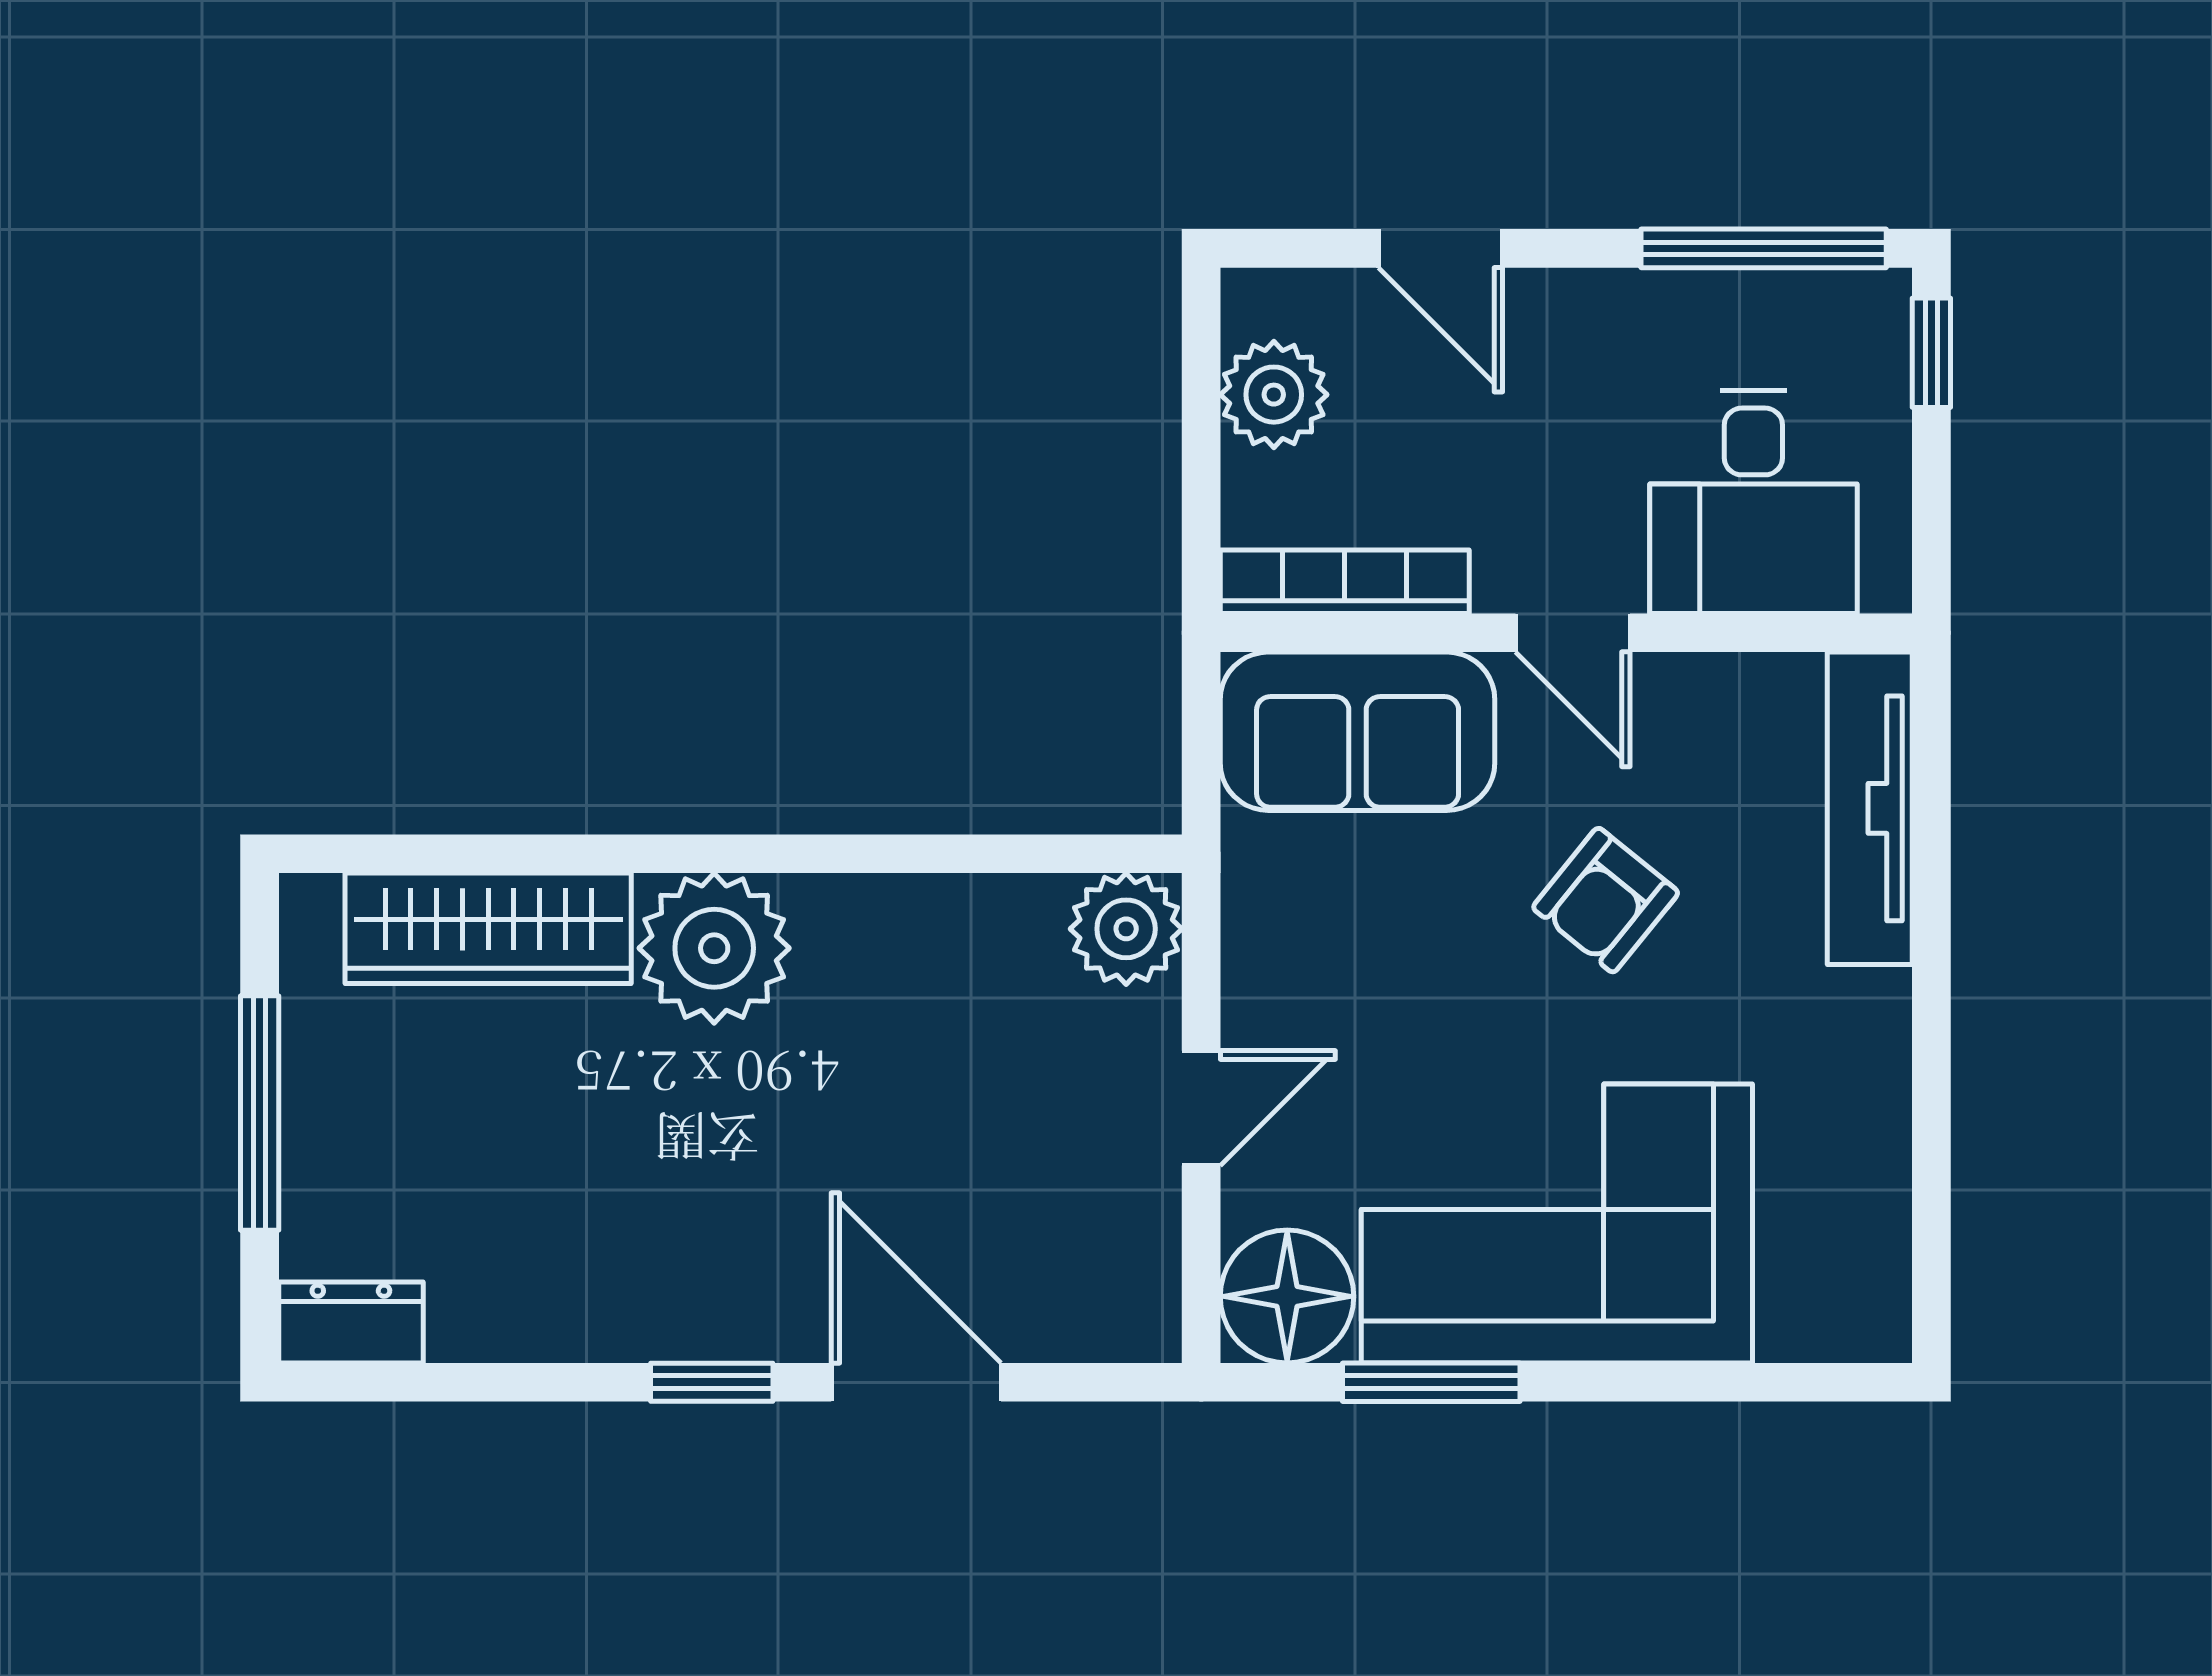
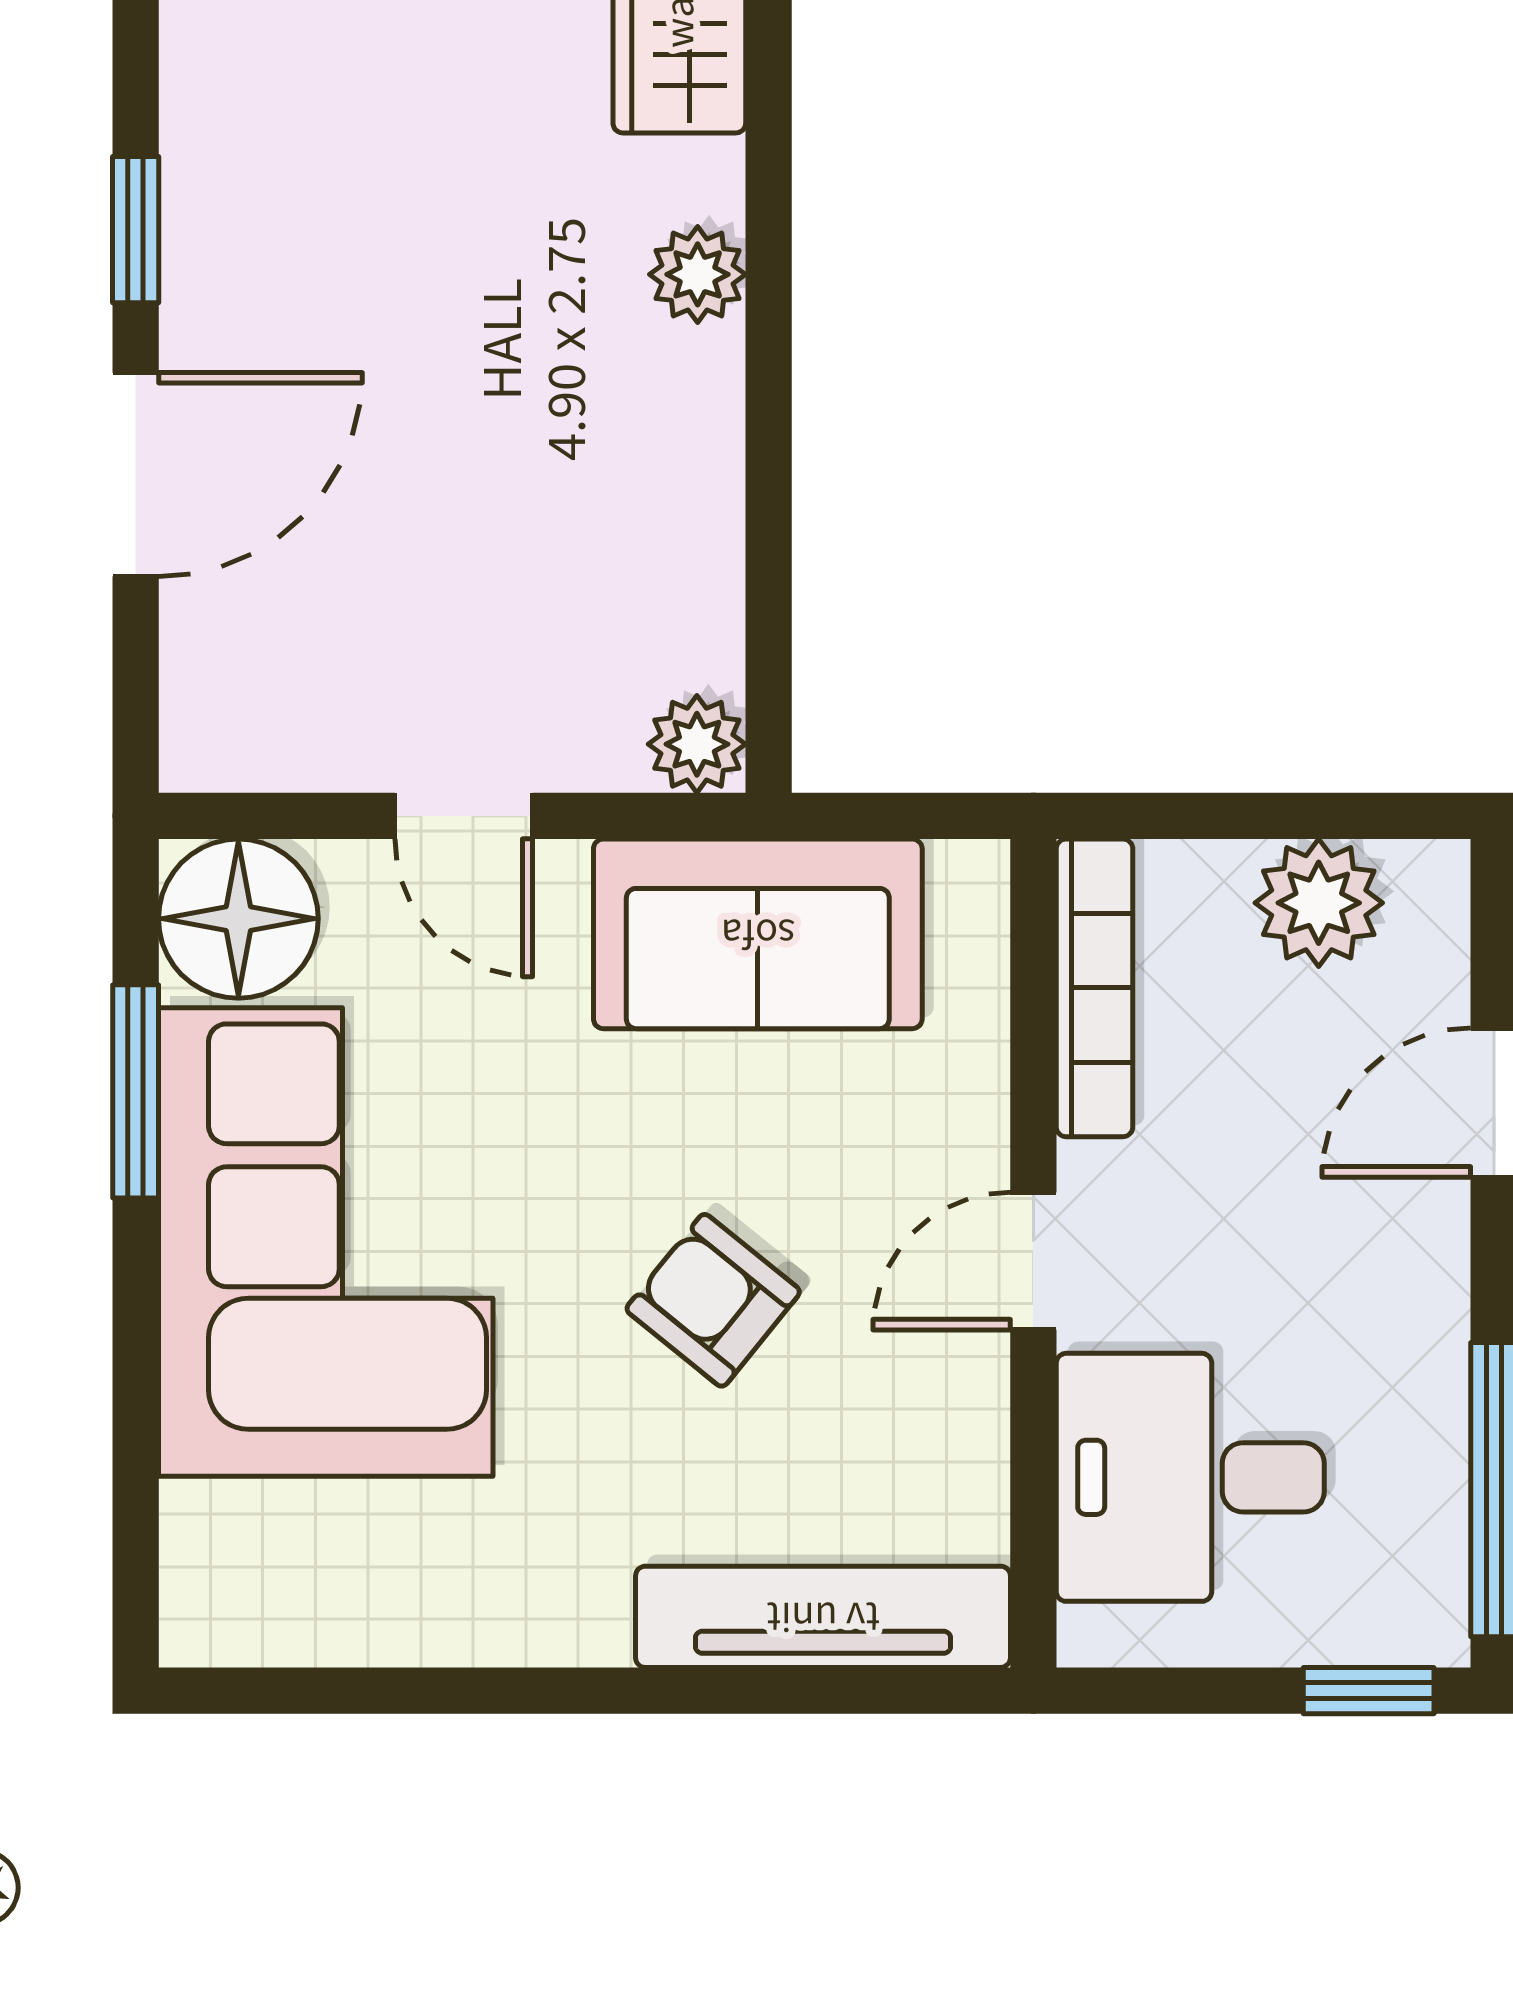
sofa: (1358, 731) -> (758, 934), moved, turned -90
plant: (1126, 929) -> (697, 744), width x0.73, depth x0.73
plant: (714, 948) -> (698, 274), width x0.53, depth x0.53

